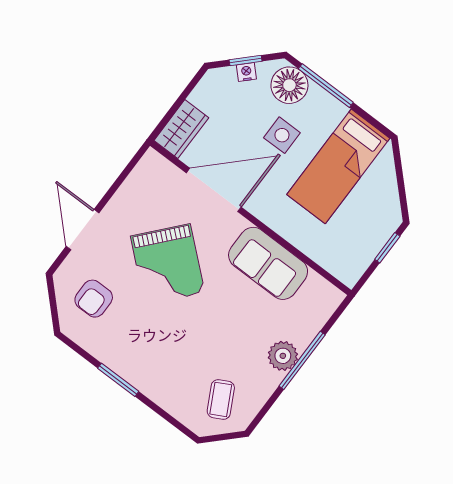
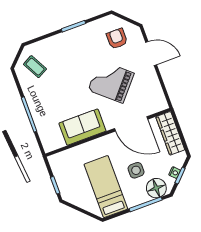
wardrobe: (181, 129) -> (170, 133), width x1.50
door: (214, 190) -> (131, 124), hinge flipped
plant: (283, 356) -> (37, 107), removed

